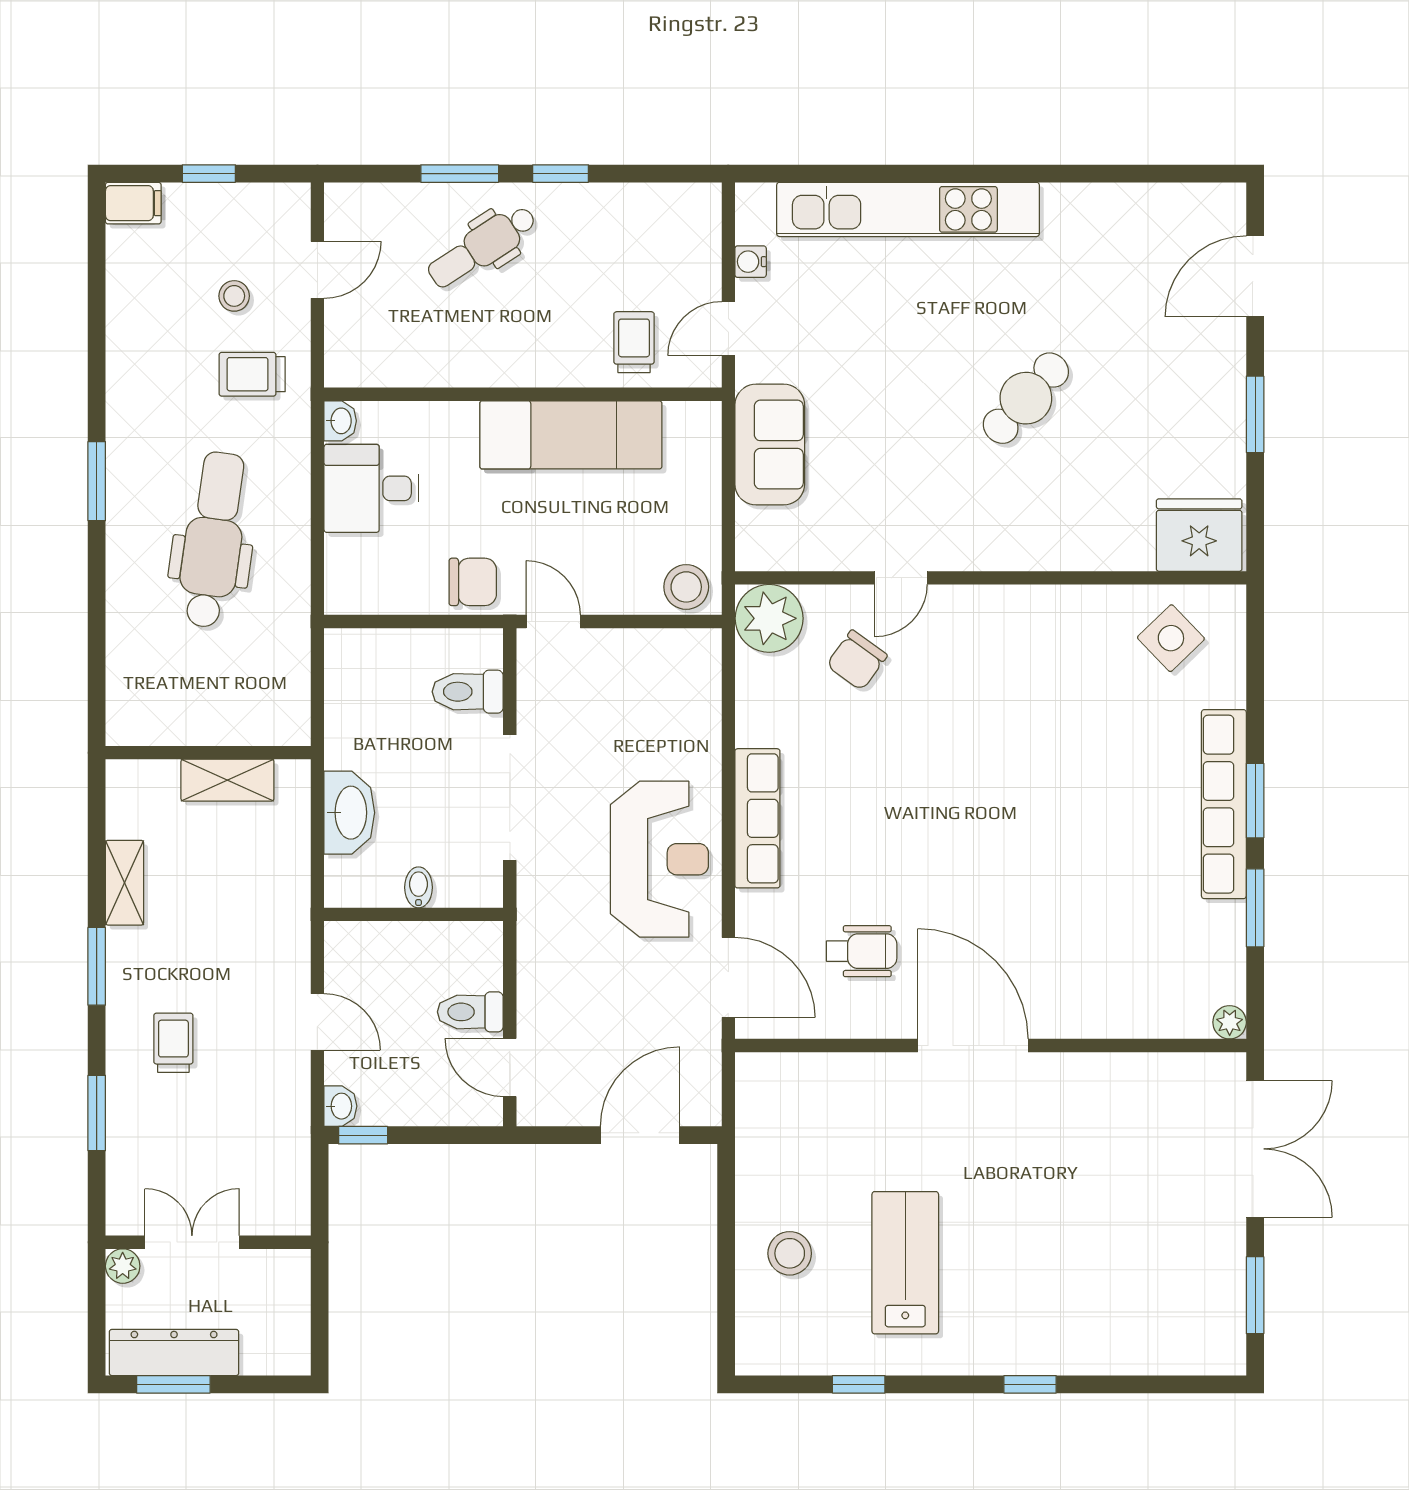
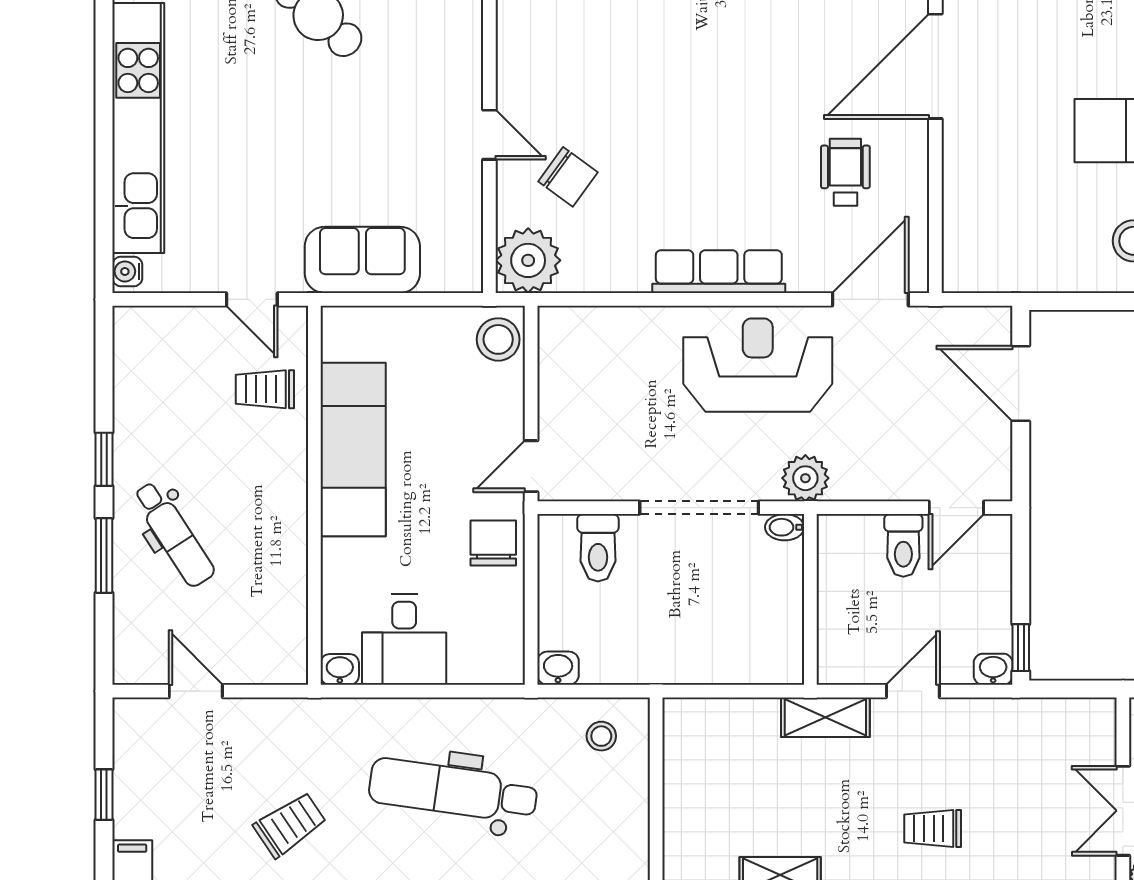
water cooler: (751, 262) -> (127, 271), moved, turned 90
stool: (234, 296) -> (601, 736), moved
trolley: (252, 374) -> (290, 825), moved, turned -124
shelving: (227, 780) -> (825, 717), moved, turned 90
washbasin: (349, 813) -> (558, 668), moved, width x0.52, depth x0.69
bidet: (419, 887) -> (785, 527), moved
plant: (541, 909) -> (805, 478), added

